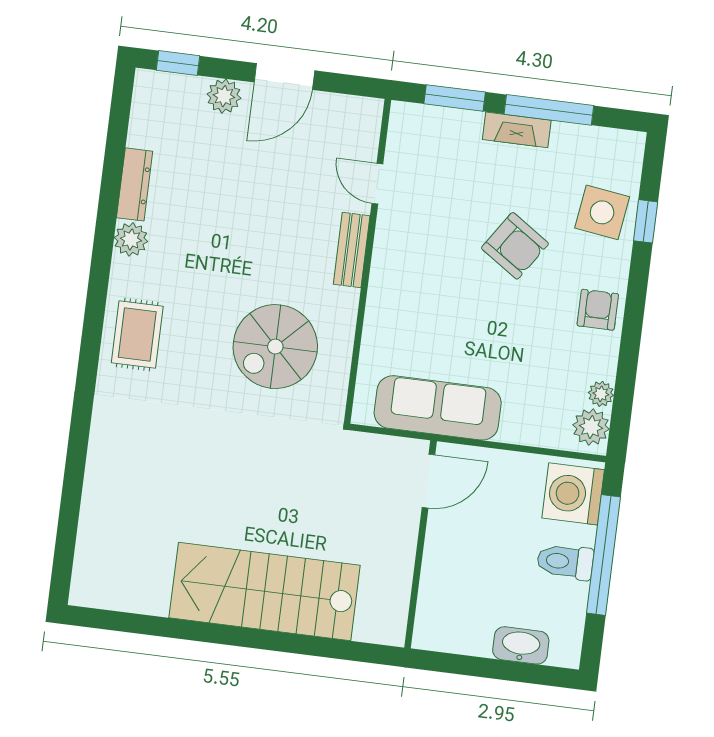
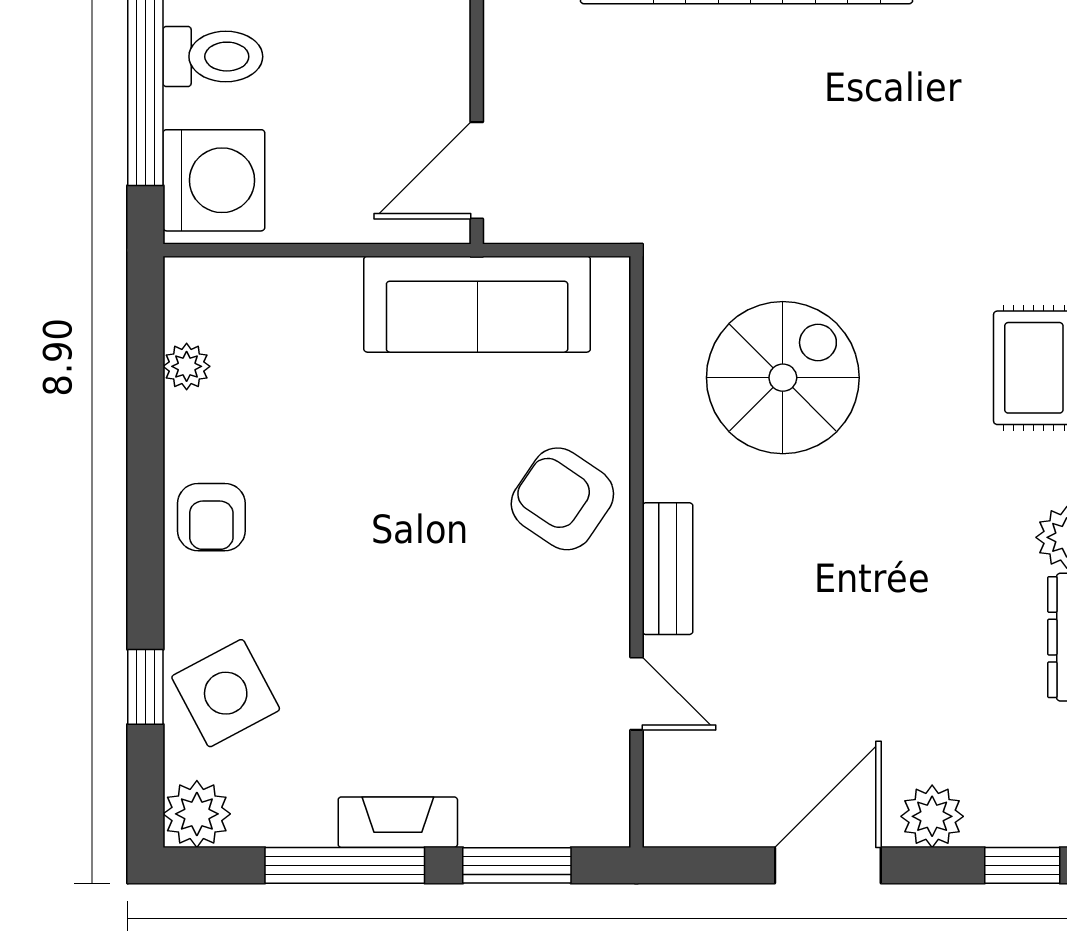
side table: (602, 212) -> (226, 693), turned -36
armchair: (515, 246) -> (562, 499), moved
plant: (591, 427) -> (197, 814), moved

